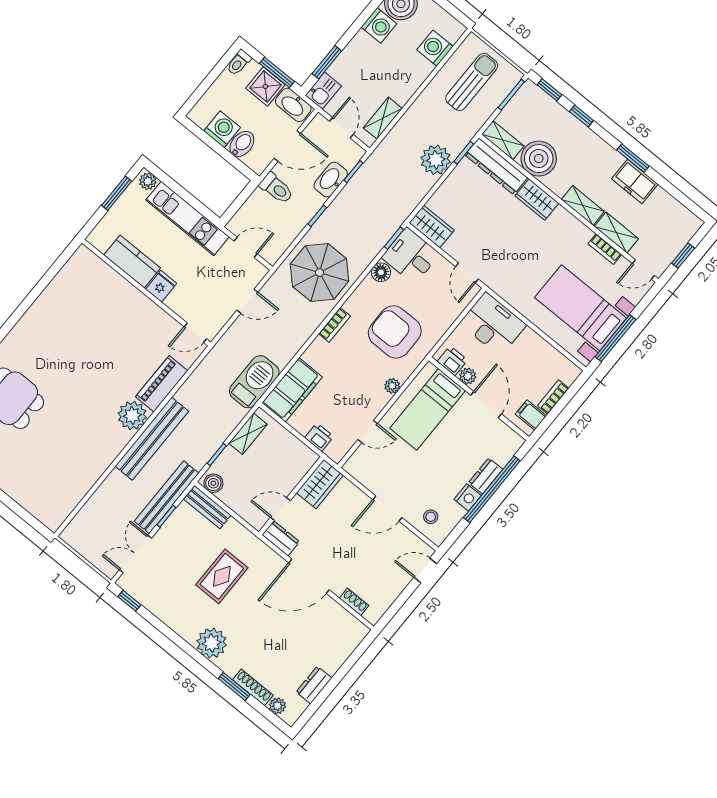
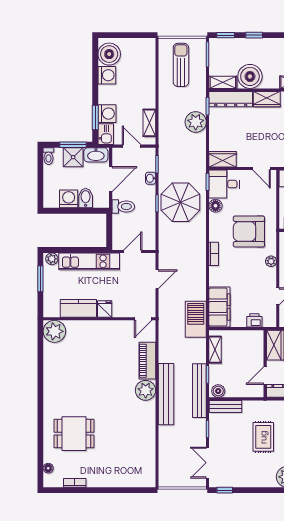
washing machine: (435, 48) -> (107, 114), moved, turned 180
washbasin: (331, 180) -> (151, 178), width x0.52, depth x0.69
plant: (84, 265) -> (54, 331), added
parasol: (320, 273) -> (180, 202), moved
bench: (167, 497) -> (199, 391), moved

